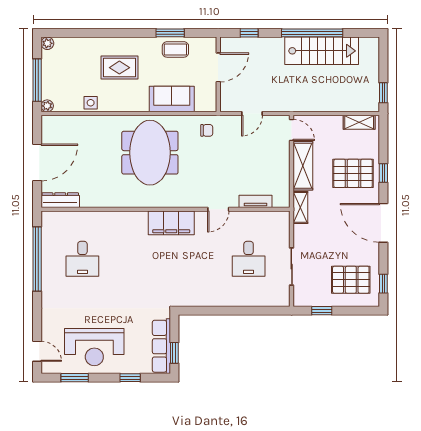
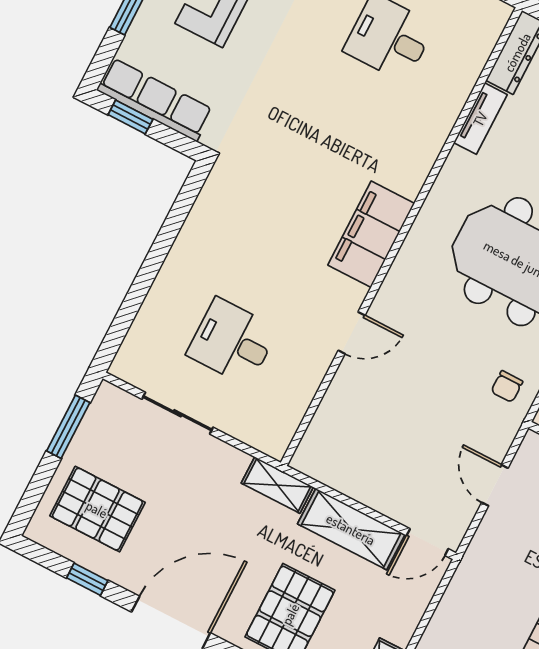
tv unit: (255, 201) -> (480, 119), moved
door: (218, 209) -> (352, 333), swing flipped
pallet: (351, 280) -> (97, 509), turned 90
window: (383, 284) -> (87, 579), moved
window: (322, 311) -> (68, 427), width x1.50

